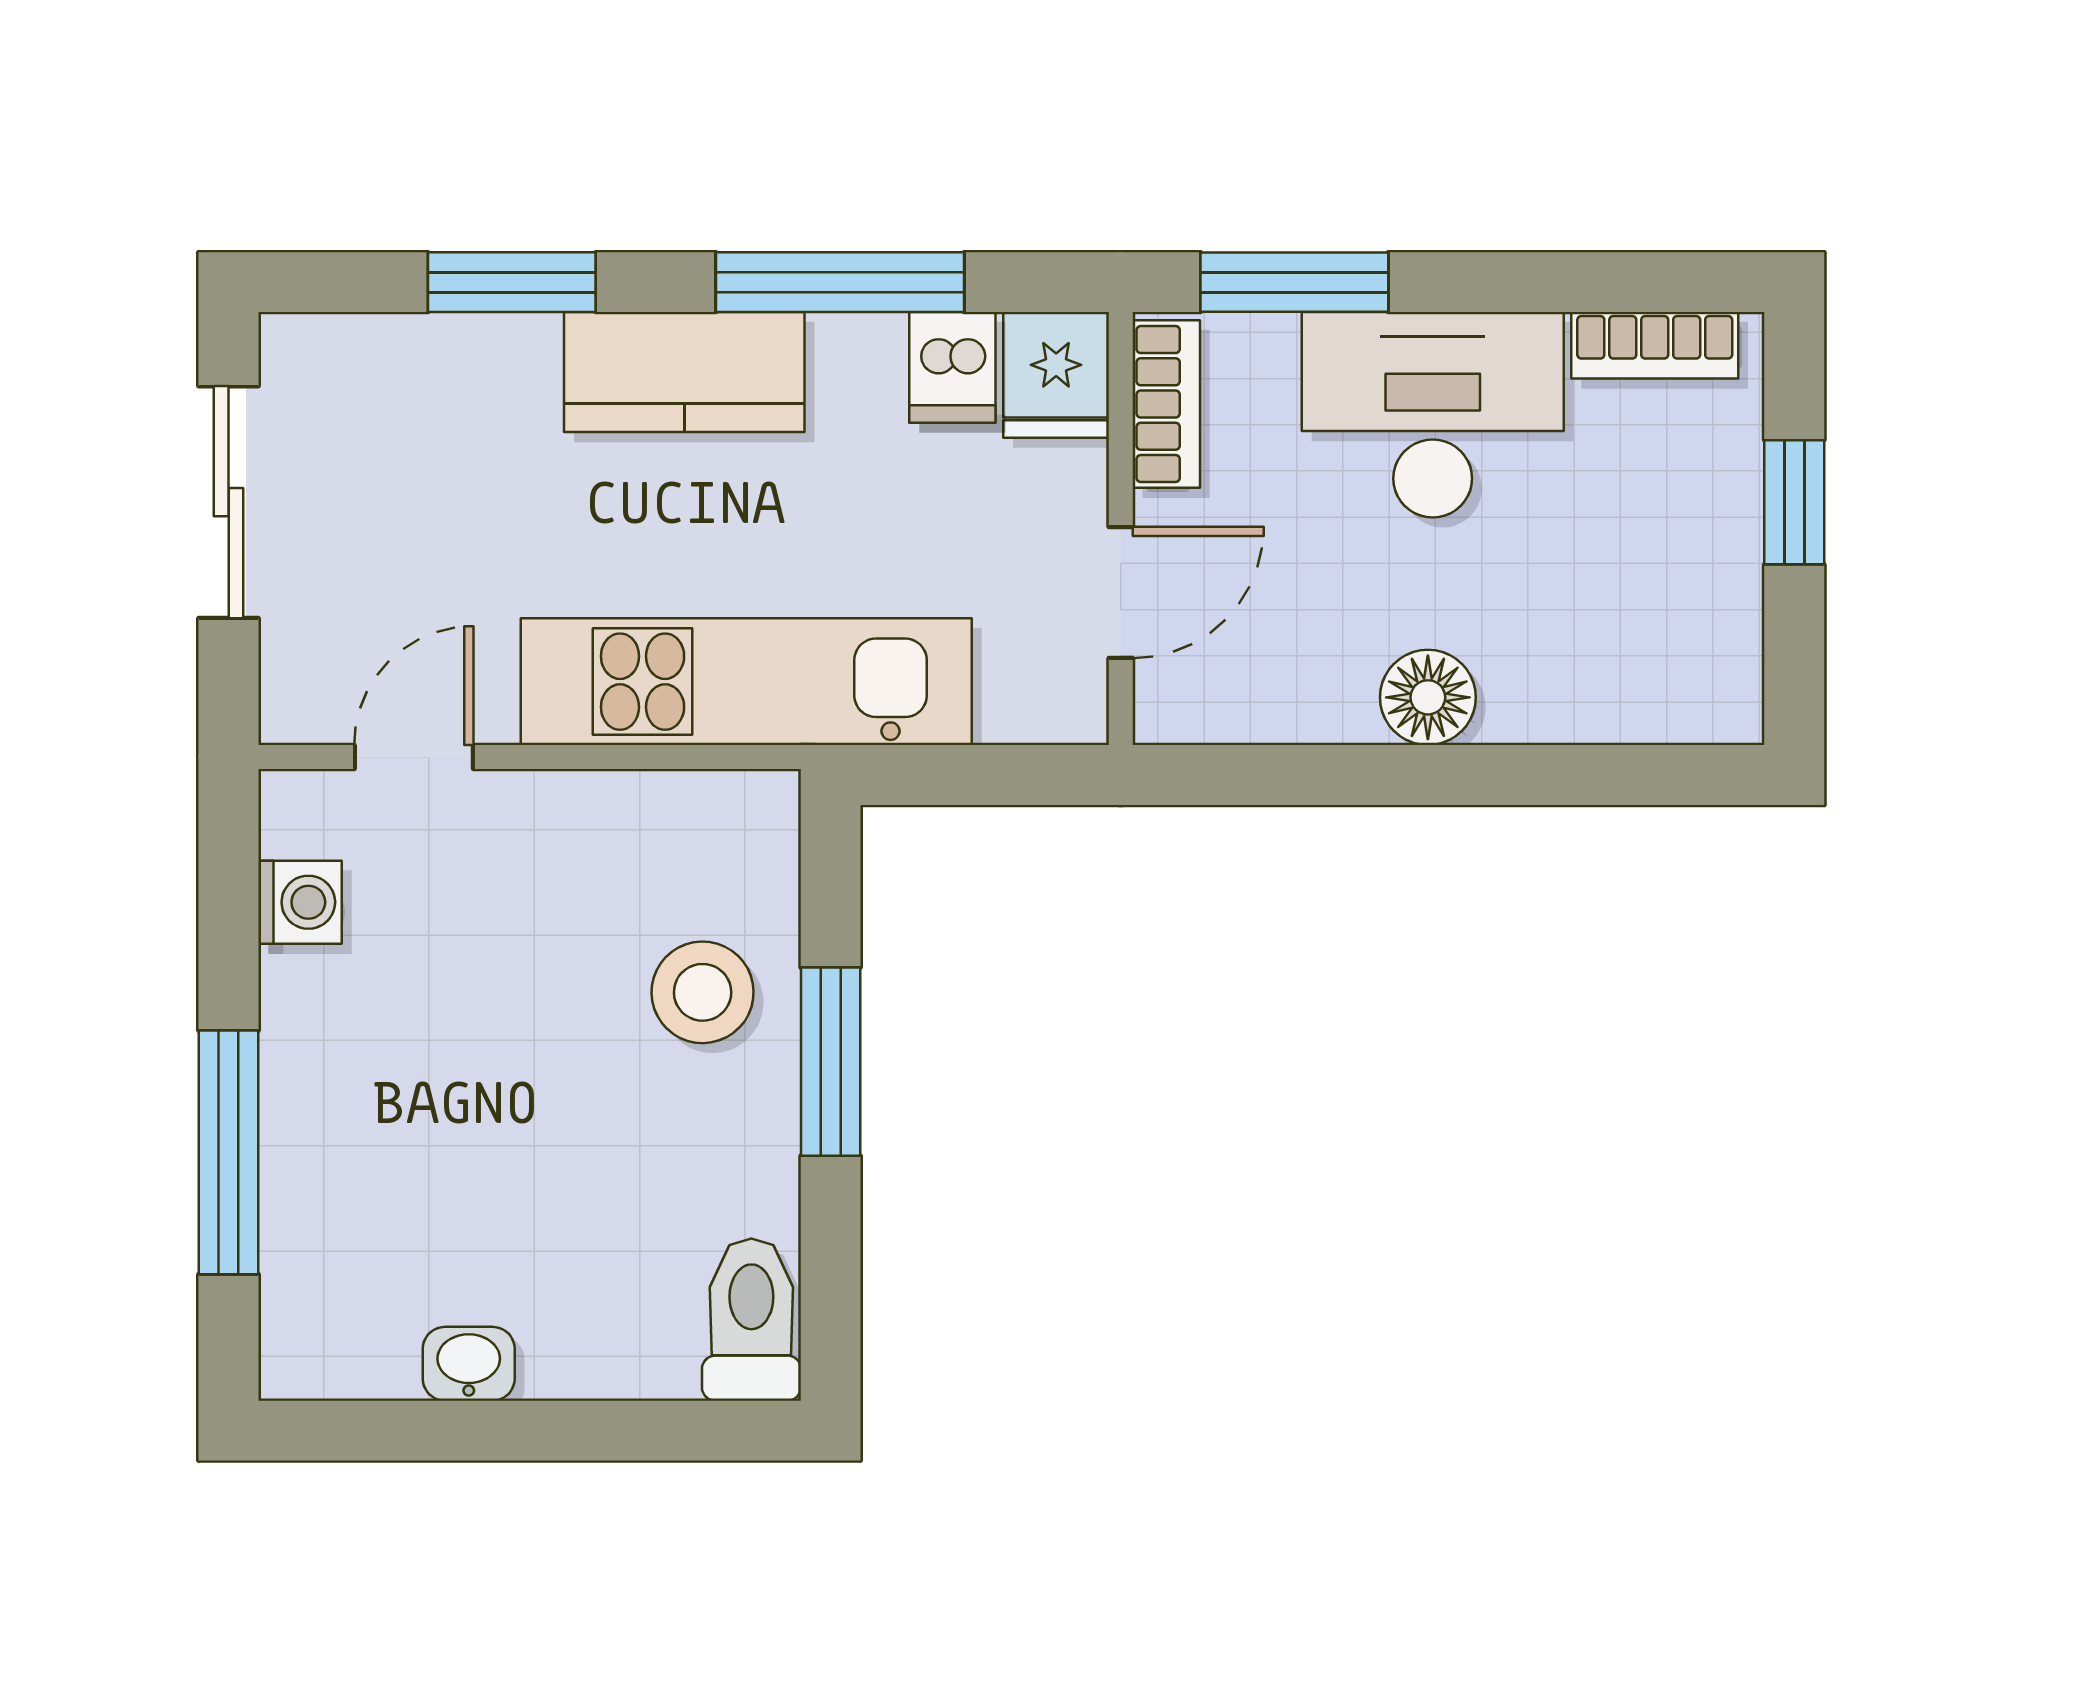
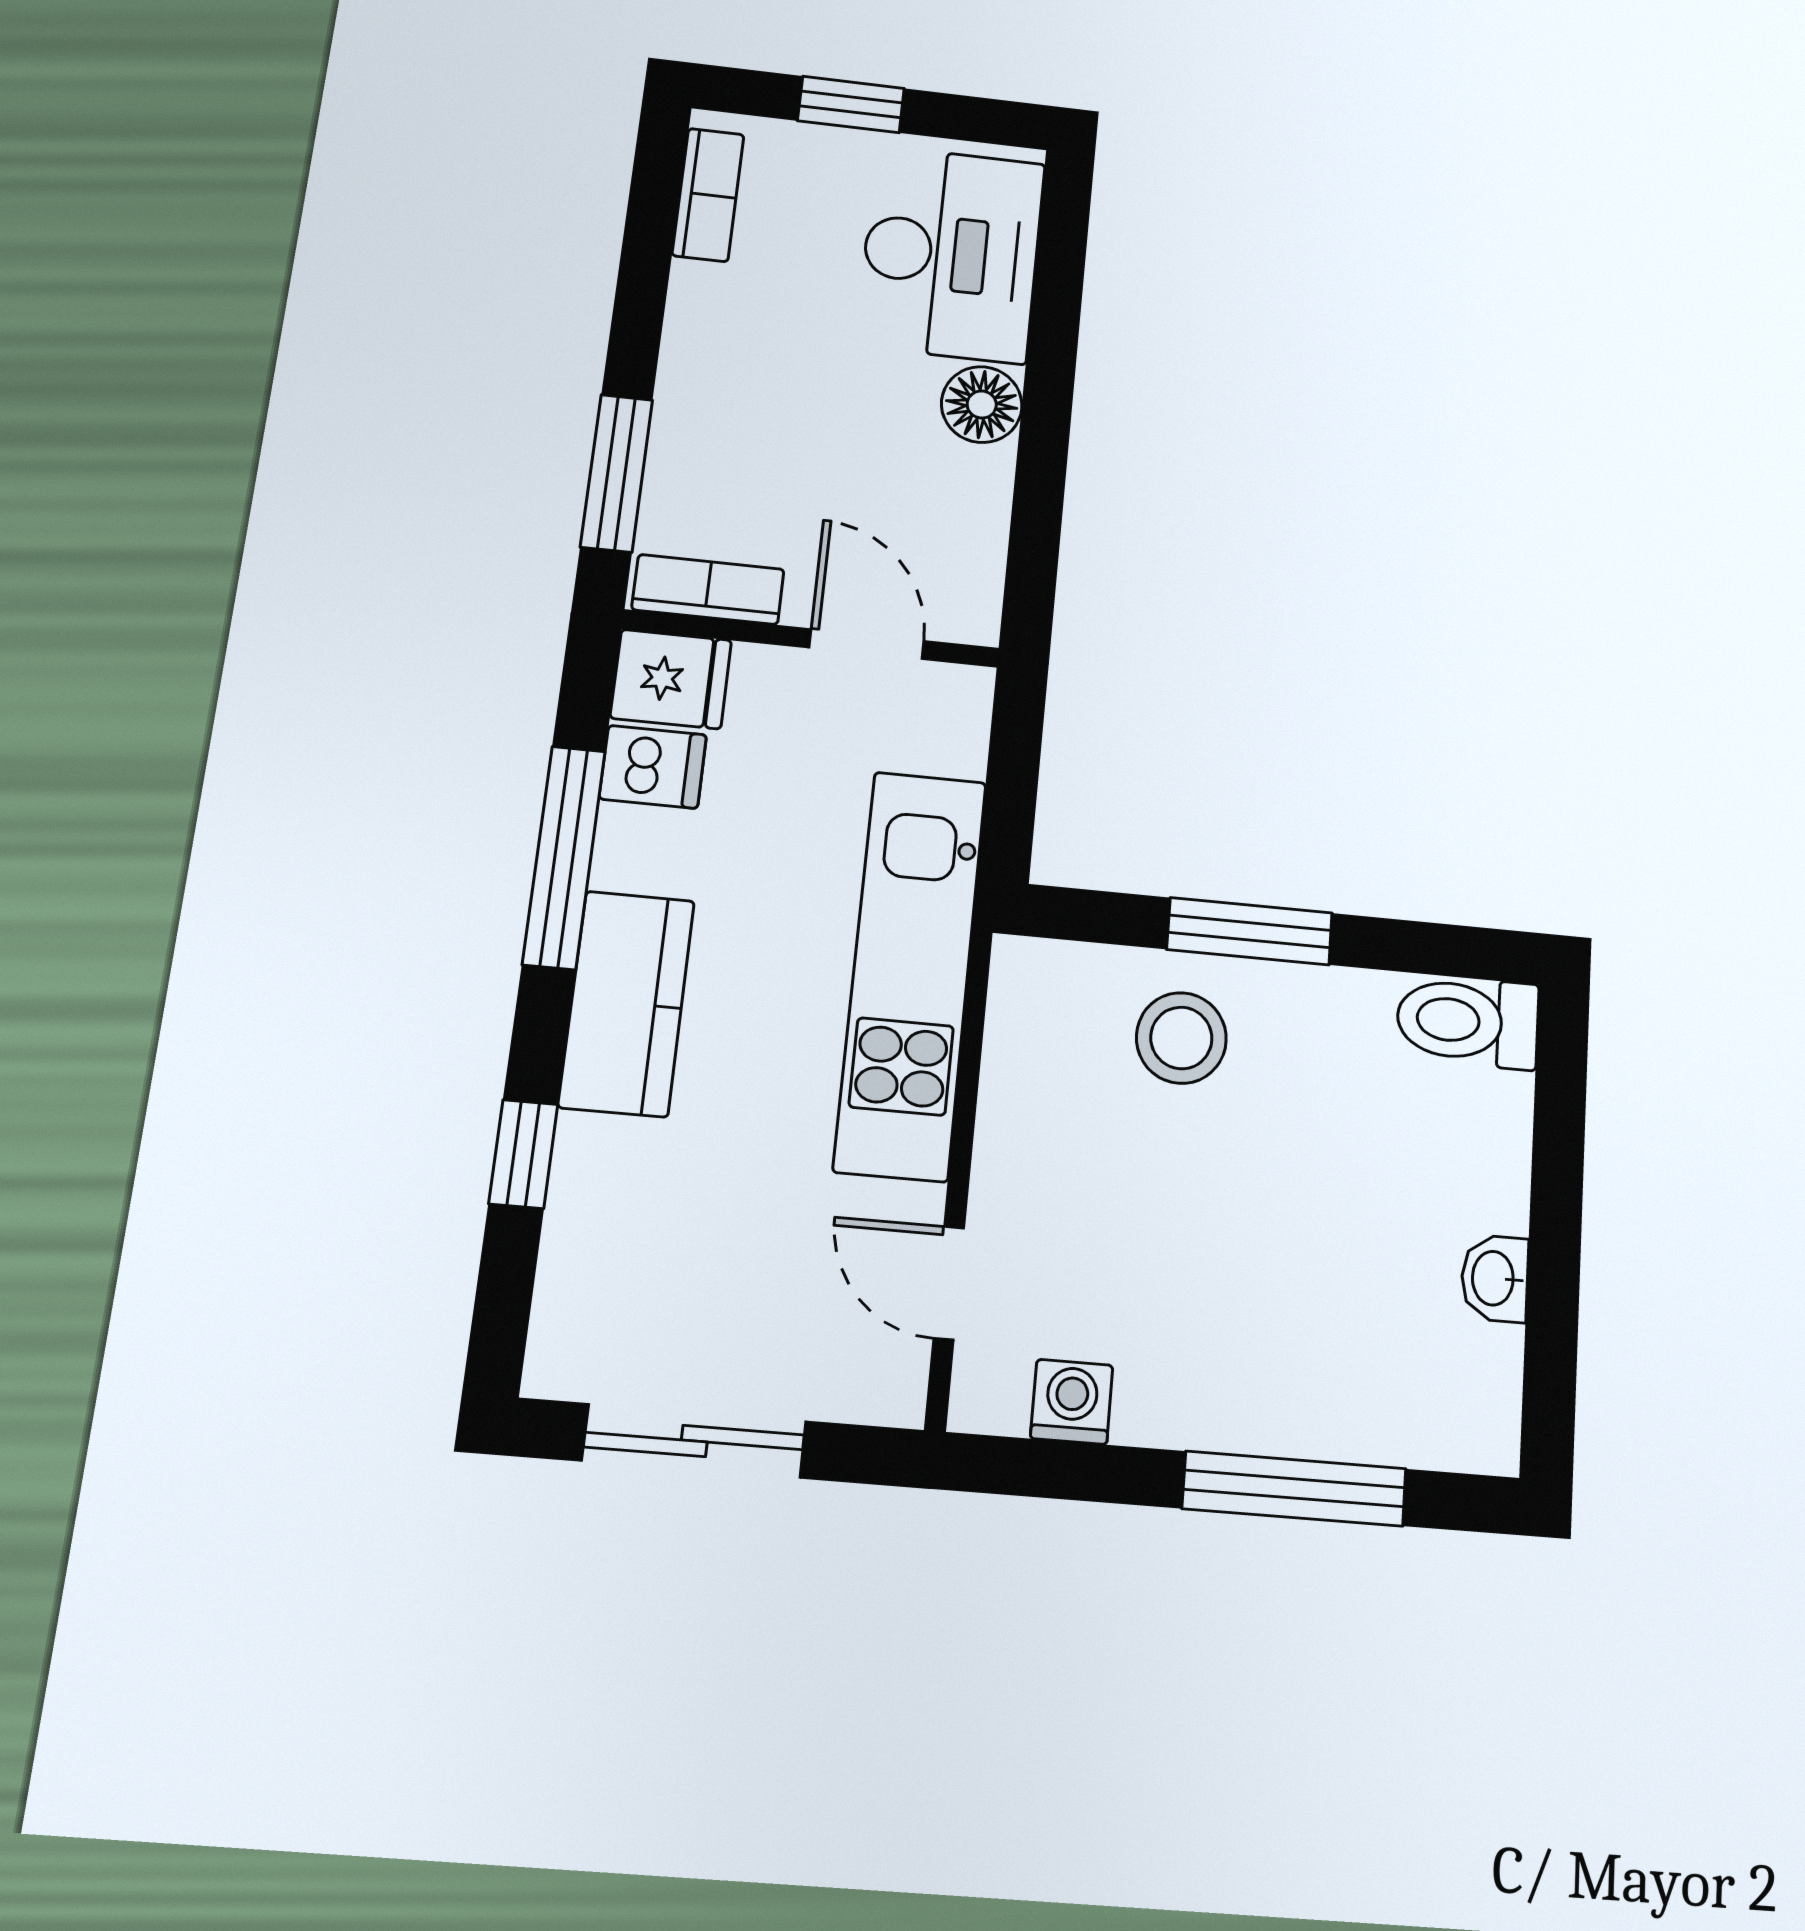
window: (512, 282) -> (523, 1154), width x0.67
desk: (1433, 415) -> (951, 254), moved, turned 180

